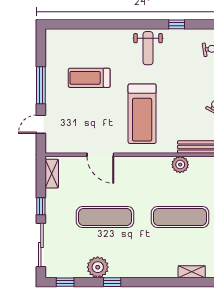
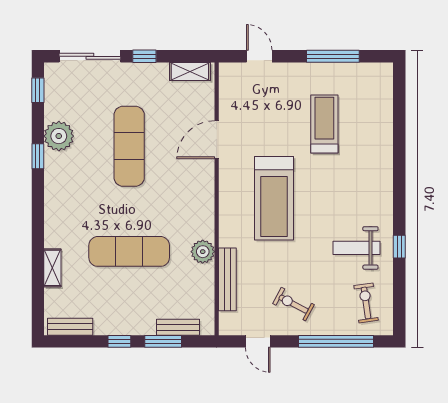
weight bench: (148, 48) -> (356, 248), moved
window: (41, 85) -> (333, 56), moved
treadmill: (142, 114) -> (274, 198), turned -90
exercise mat: (180, 217) -> (129, 251), turned 90

